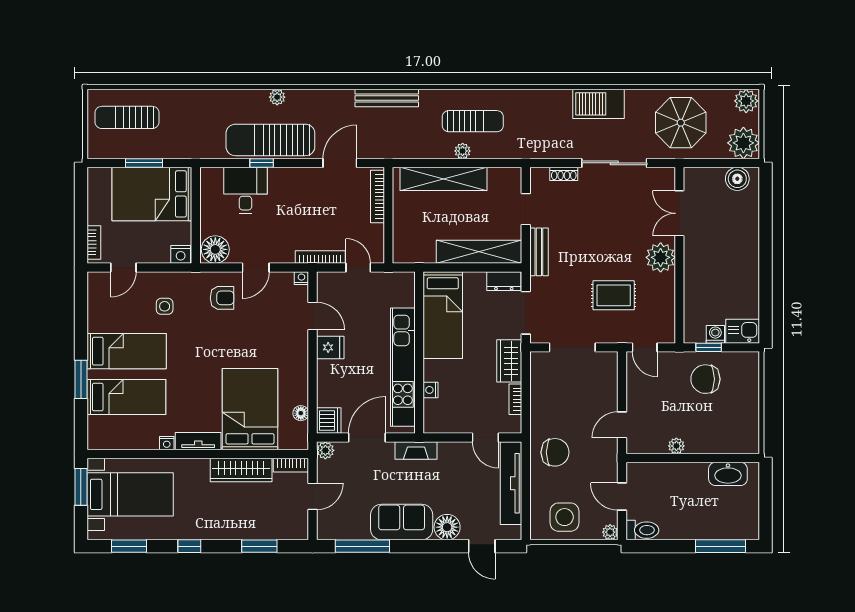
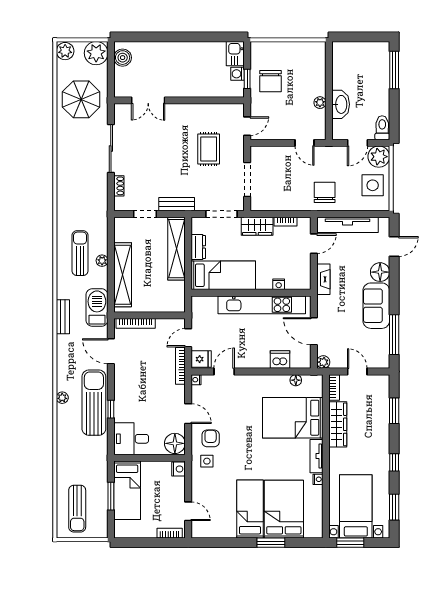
bench: (387, 98) -> (63, 317), width x0.73
barbecue: (598, 104) -> (97, 308), moved, turned 180
sun lounger: (270, 140) -> (94, 403), turned 180
desk: (245, 190) -> (131, 439), moved
bed: (152, 194) -> (127, 490), width x0.67
plant: (661, 257) -> (181, 114), removed
dresser: (504, 281) -> (198, 247), moved
side table: (165, 306) -> (207, 461), moved
fridge: (330, 347) -> (201, 359), moved, turned 90
bed: (126, 397) -> (284, 509), width x1.50
dishwasher: (329, 421) -> (280, 360), moved
fireplace: (416, 451) -> (323, 279), moved
washbasin: (728, 474) -> (341, 104), moved
plant: (610, 532) -> (379, 157), width x1.88, depth x1.88

